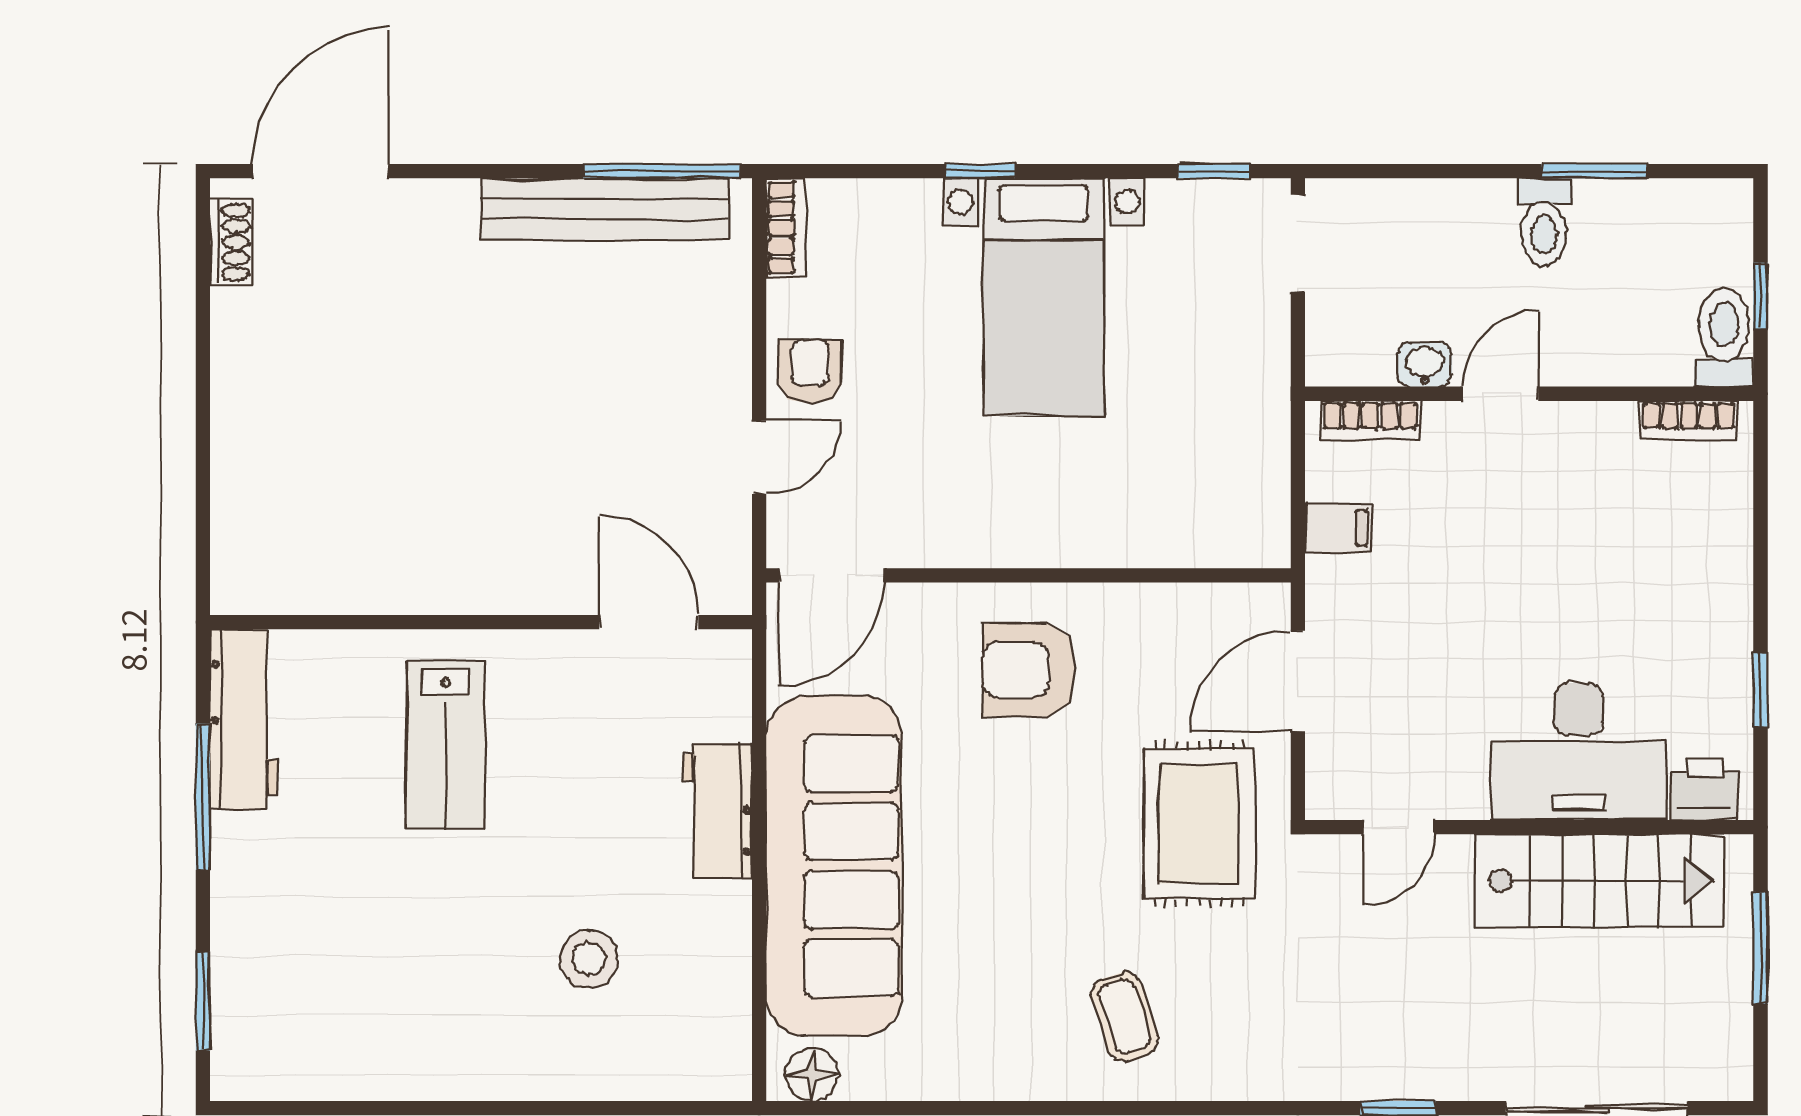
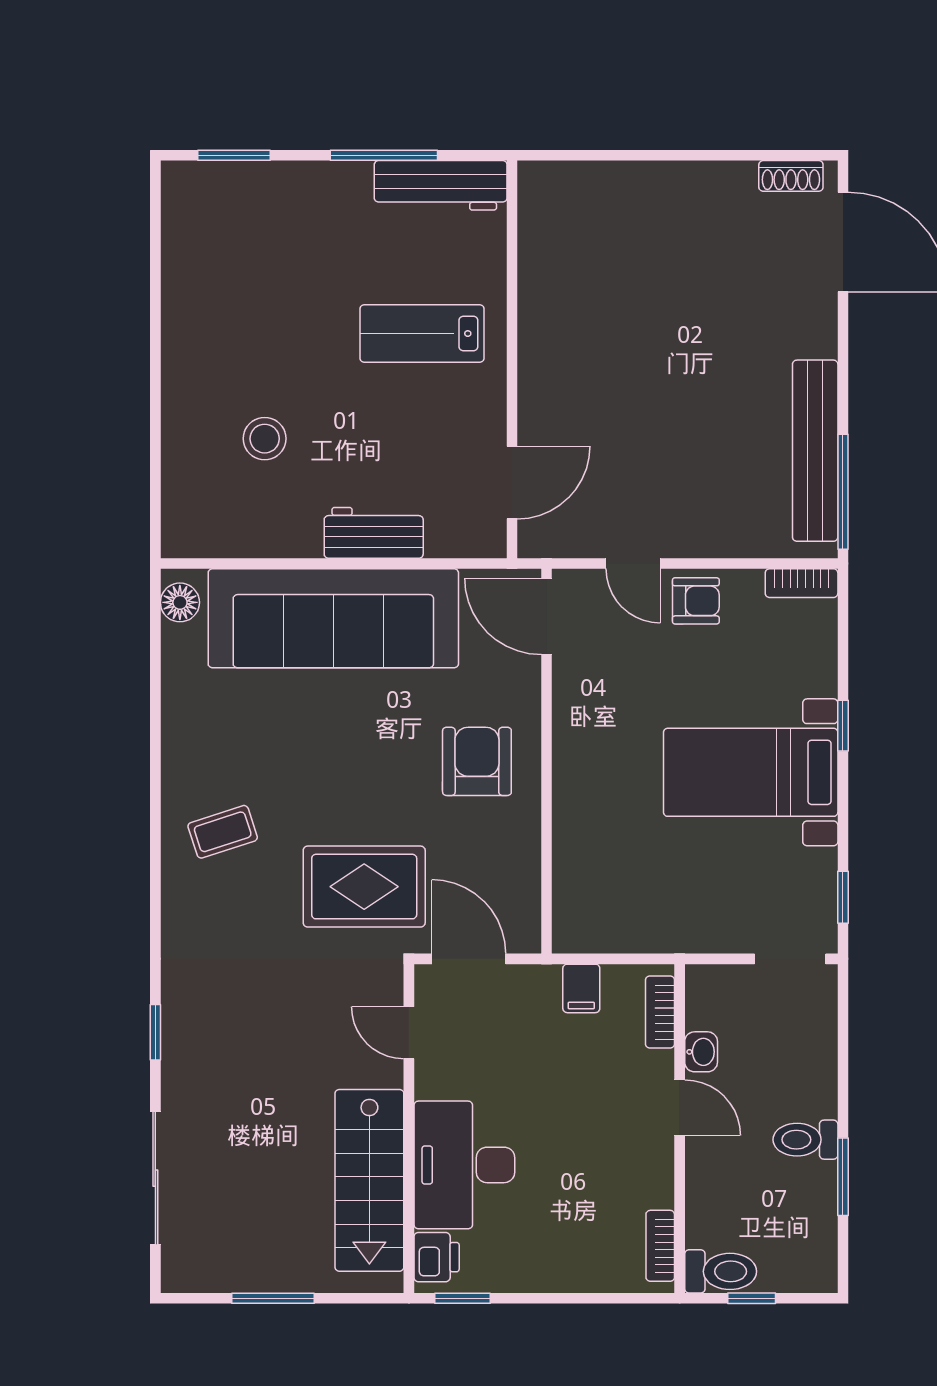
desk: (1579, 752) -> (464, 1165), moved
printer: (1704, 789) -> (437, 1257), moved
door: (1399, 827) -> (409, 1033), moved
wall: (1529, 827) -> (409, 1129), moved
stairs: (1600, 881) -> (369, 1180), moved

